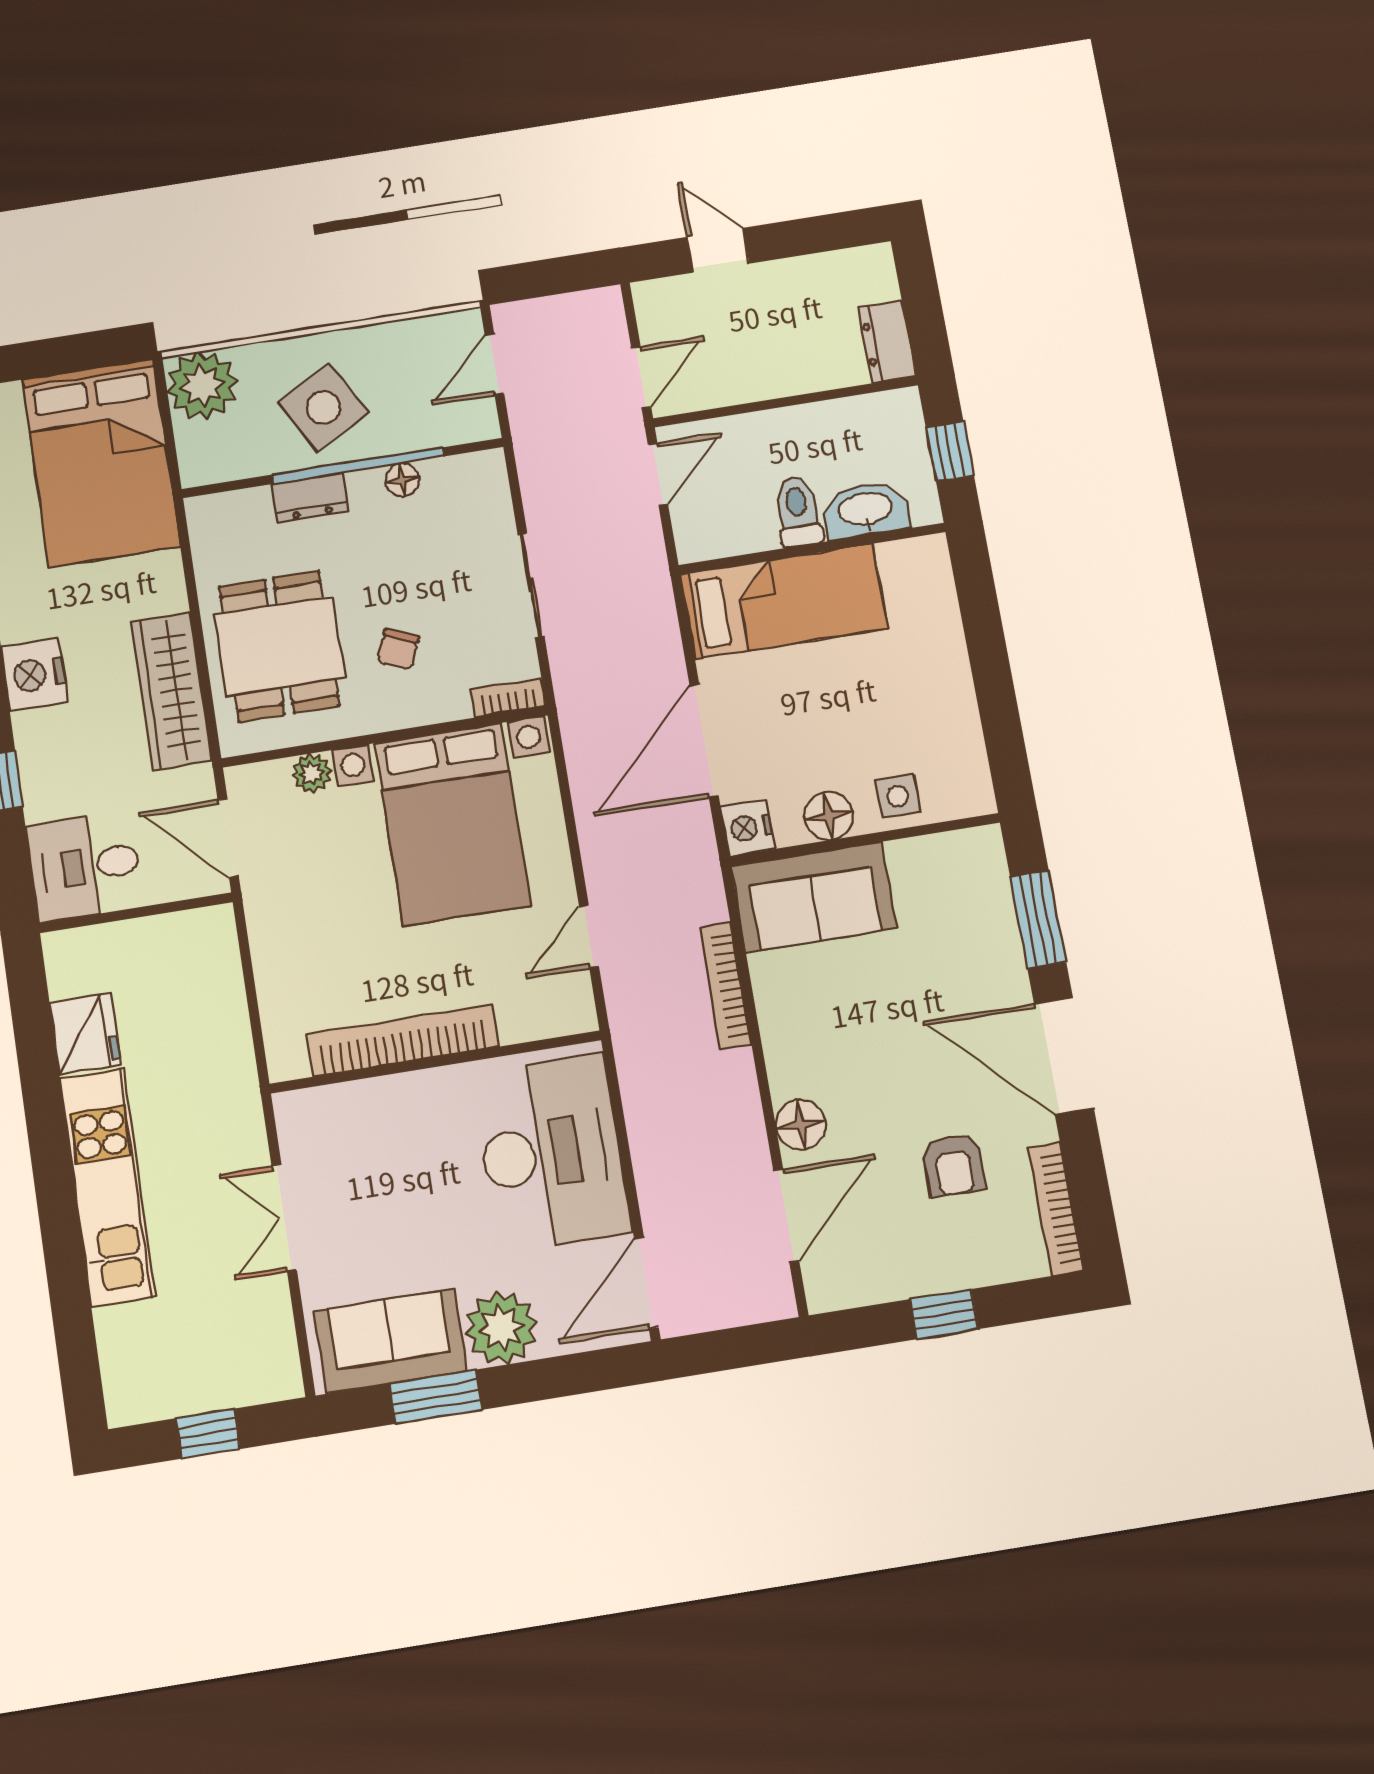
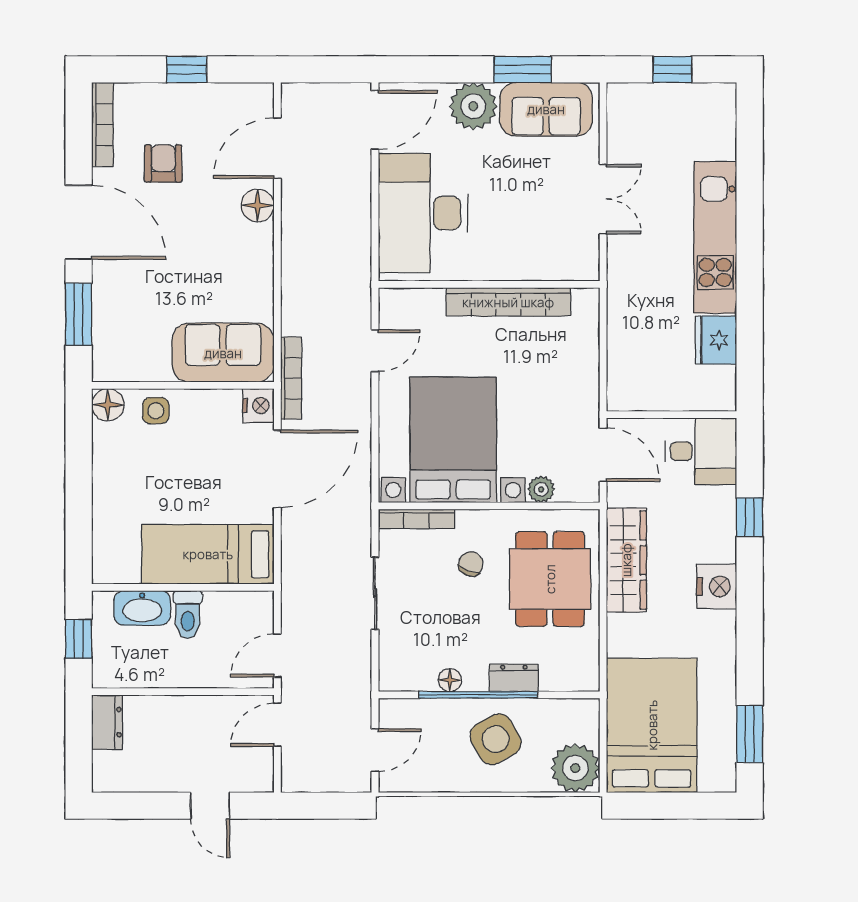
bookcase: (508, 698) -> (416, 519), width x1.56
floor lamp: (829, 816) -> (108, 405), moved
bookcase: (725, 986) -> (291, 378), moved

